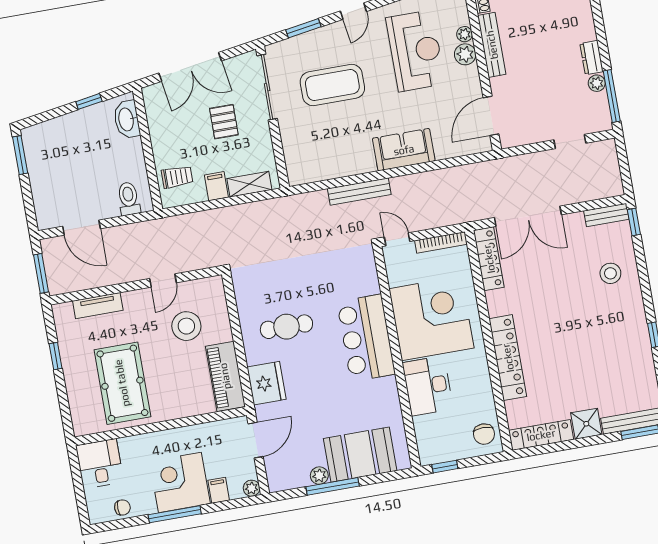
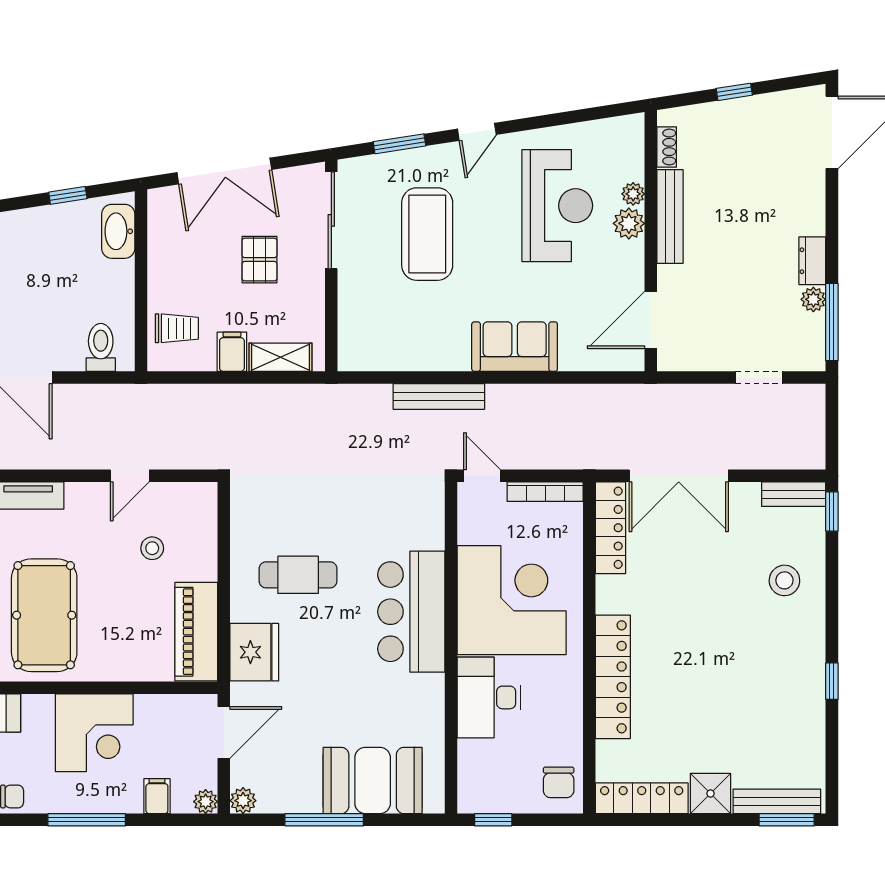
coffee table: (332, 85) -> (427, 234), turned 90
stool: (186, 326) -> (152, 548), width x0.53, depth x0.53
plant: (319, 476) -> (243, 801), moved
corner desk: (180, 482) -> (94, 733), moved, turned 180

